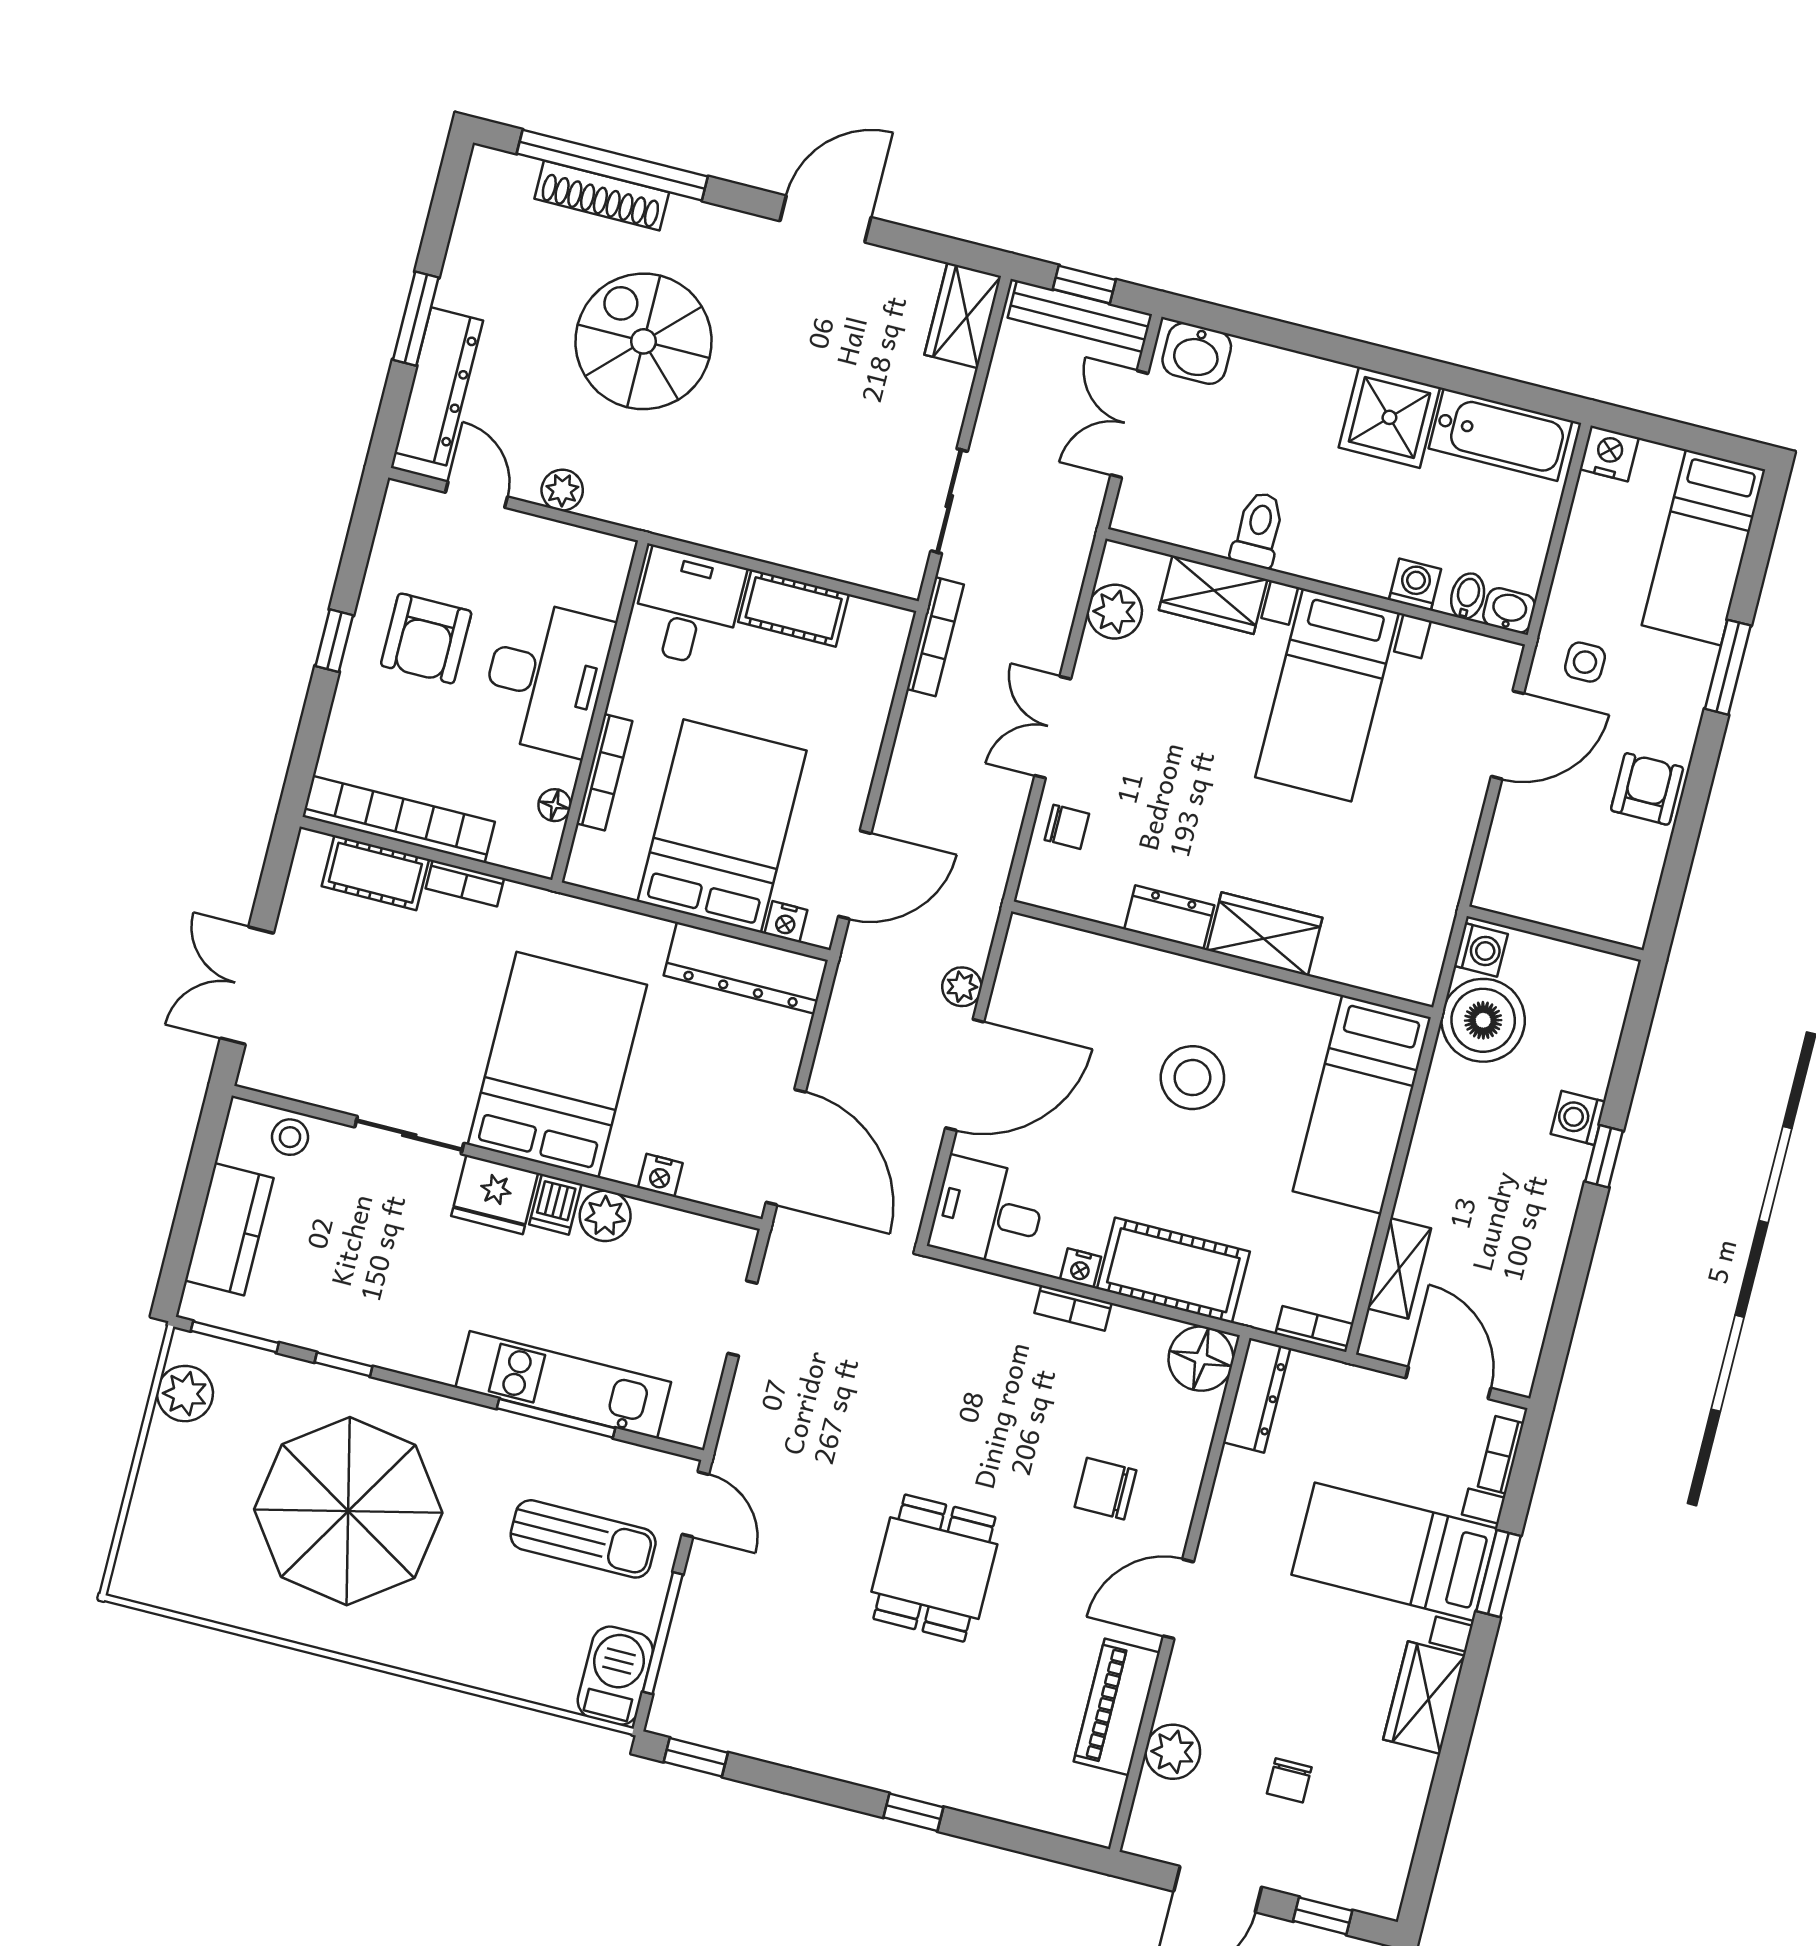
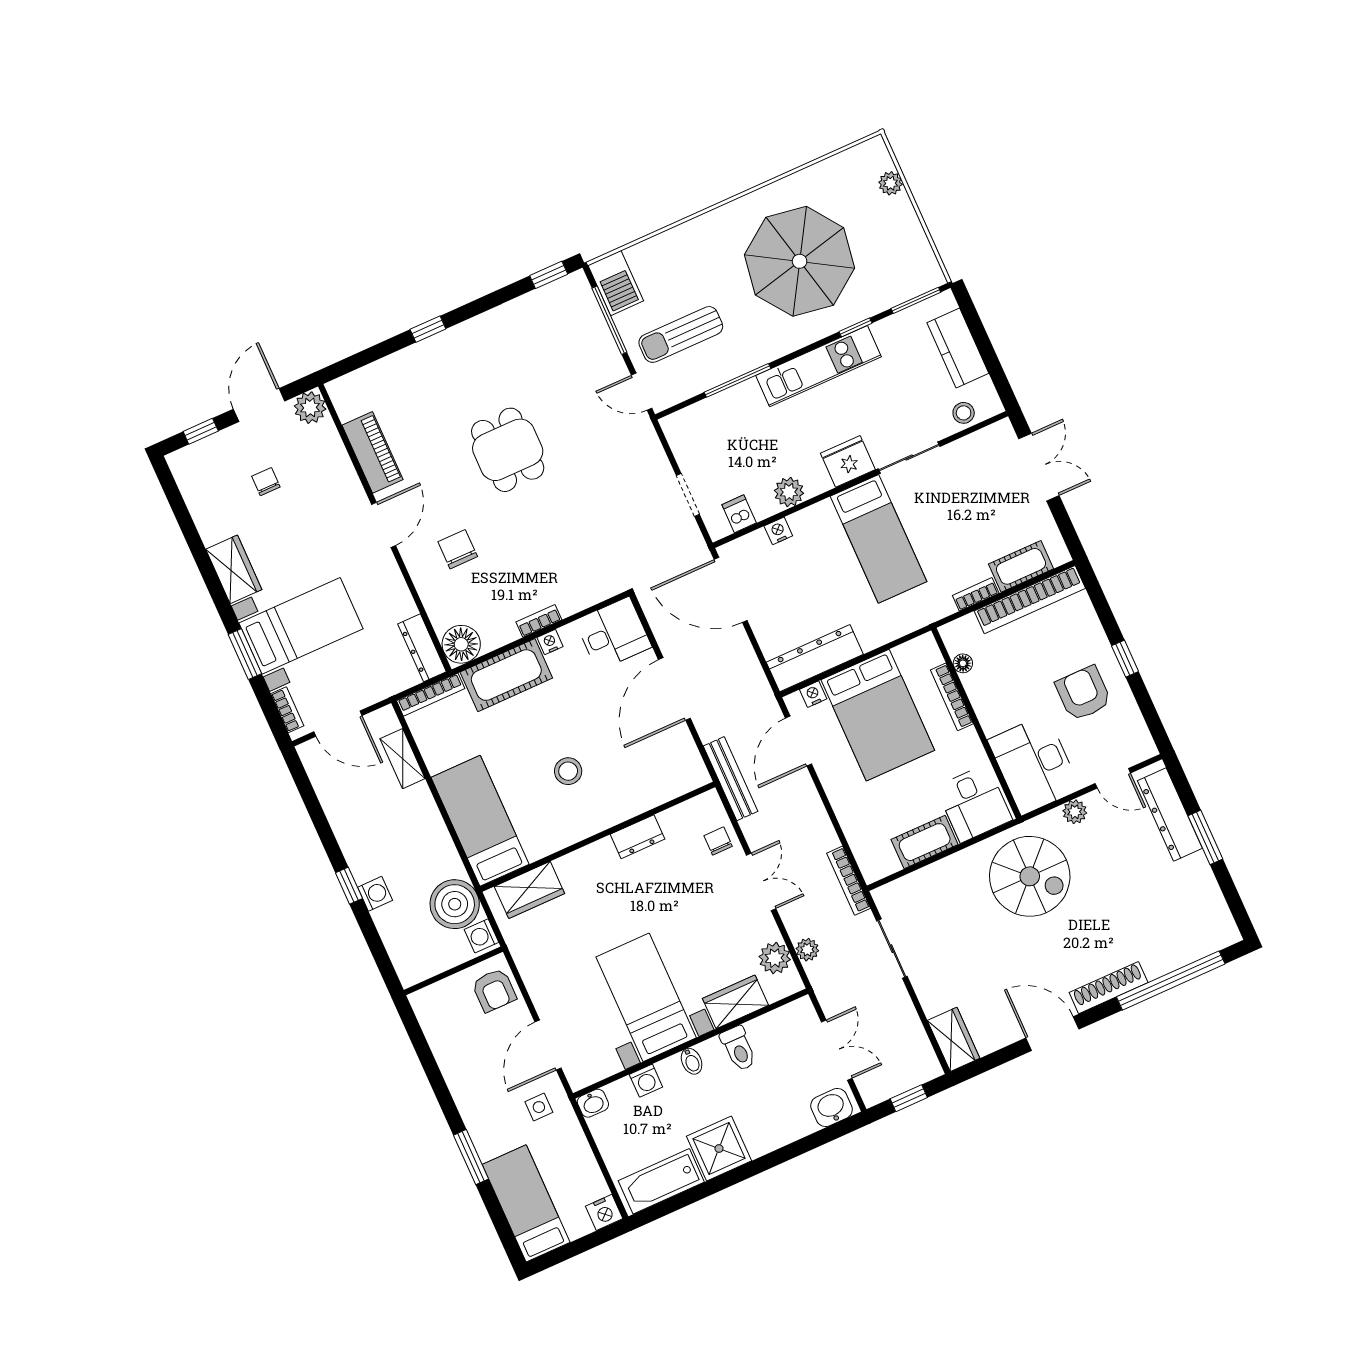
shoe rack: (602, 196) -> (1109, 988), moved
door: (826, 219) -> (1052, 1034), swing flipped
bench: (1080, 316) -> (730, 779), moved, turned 90
spiral stairs: (643, 341) -> (1030, 876), moved
bidet: (1468, 596) -> (692, 1061), moved
desk: (546, 678) -> (1034, 765), moved
armchair: (1647, 789) -> (494, 990), moved
chair: (1067, 827) -> (718, 841), turned 90
wardrobe: (1265, 934) -> (529, 890), moved
plant: (962, 987) -> (807, 950), moved
bed: (557, 1065) -> (878, 539), width x0.67
stool: (1192, 1078) -> (568, 771), width x0.73, depth x0.73
dishwasher: (555, 1204) -> (739, 514), moved
bookcase: (1314, 1329) -> (431, 695), width x1.56
kitchen unit: (563, 1385) -> (818, 366), moved
plant: (185, 1394) -> (890, 183), moved, width x0.73, depth x0.73
chair: (1105, 1489) -> (458, 549), turned -90
plant: (1173, 1752) -> (310, 408), moved

